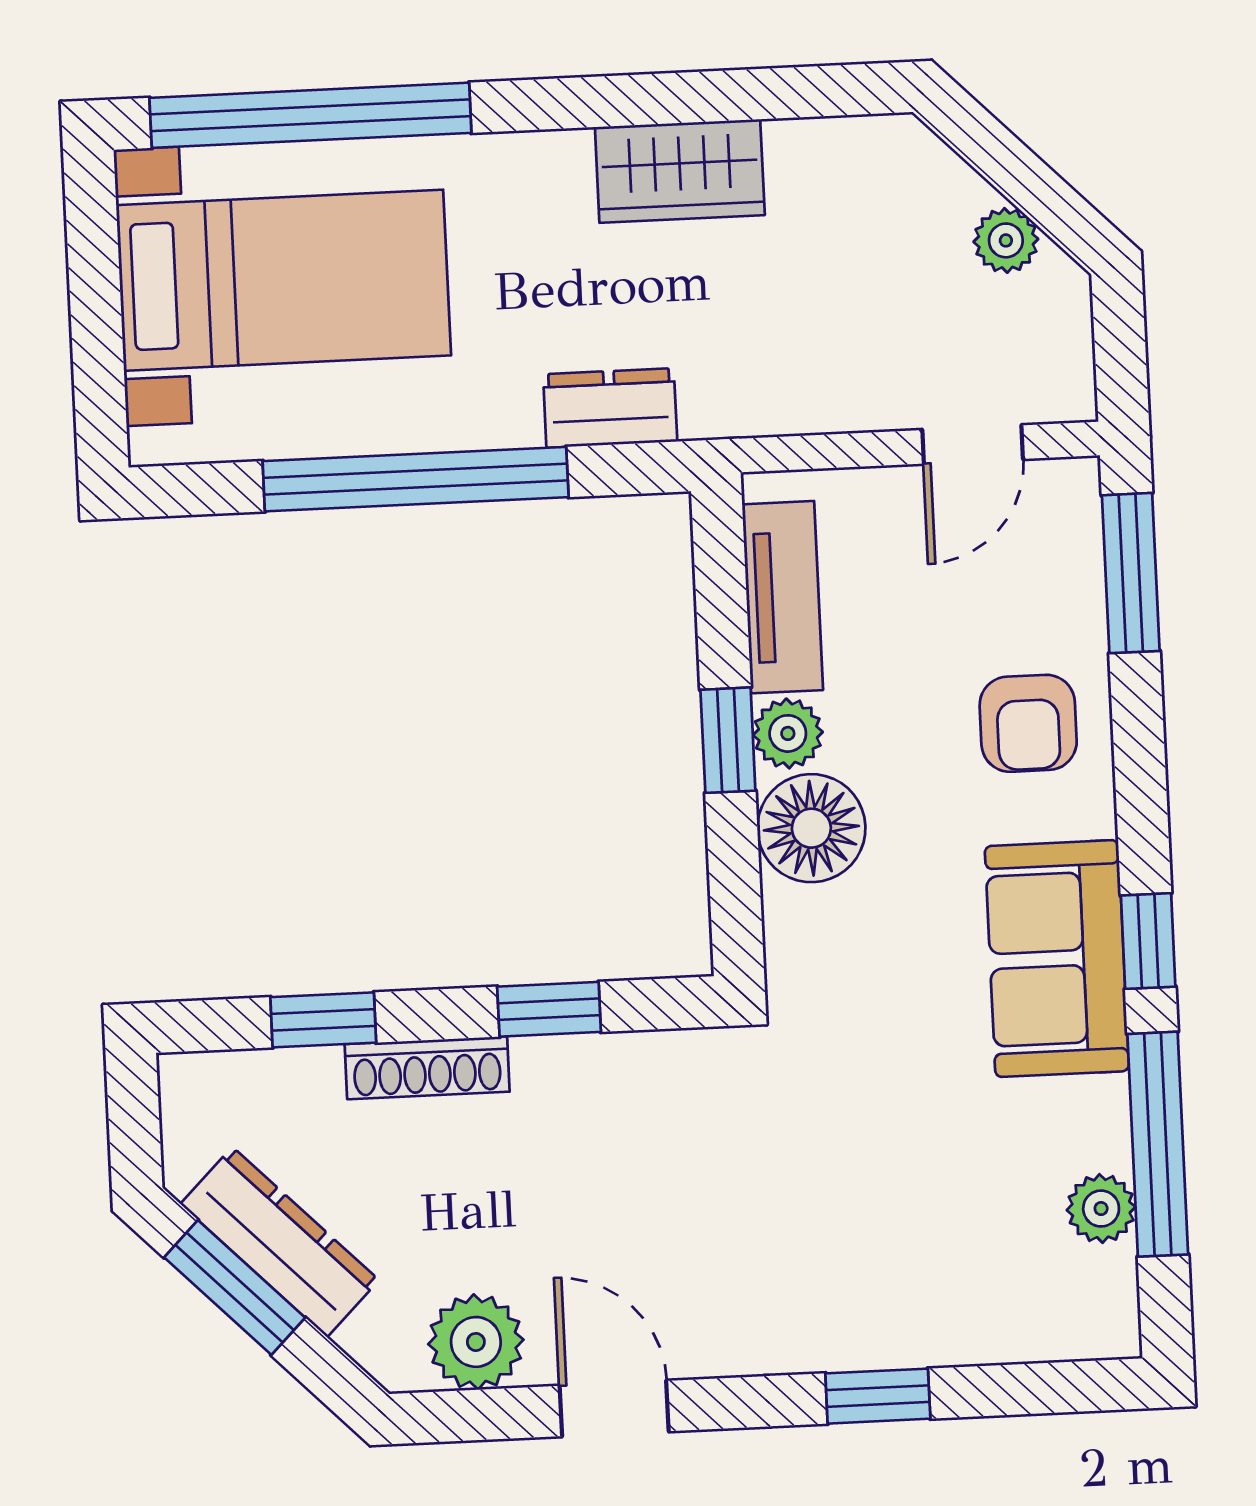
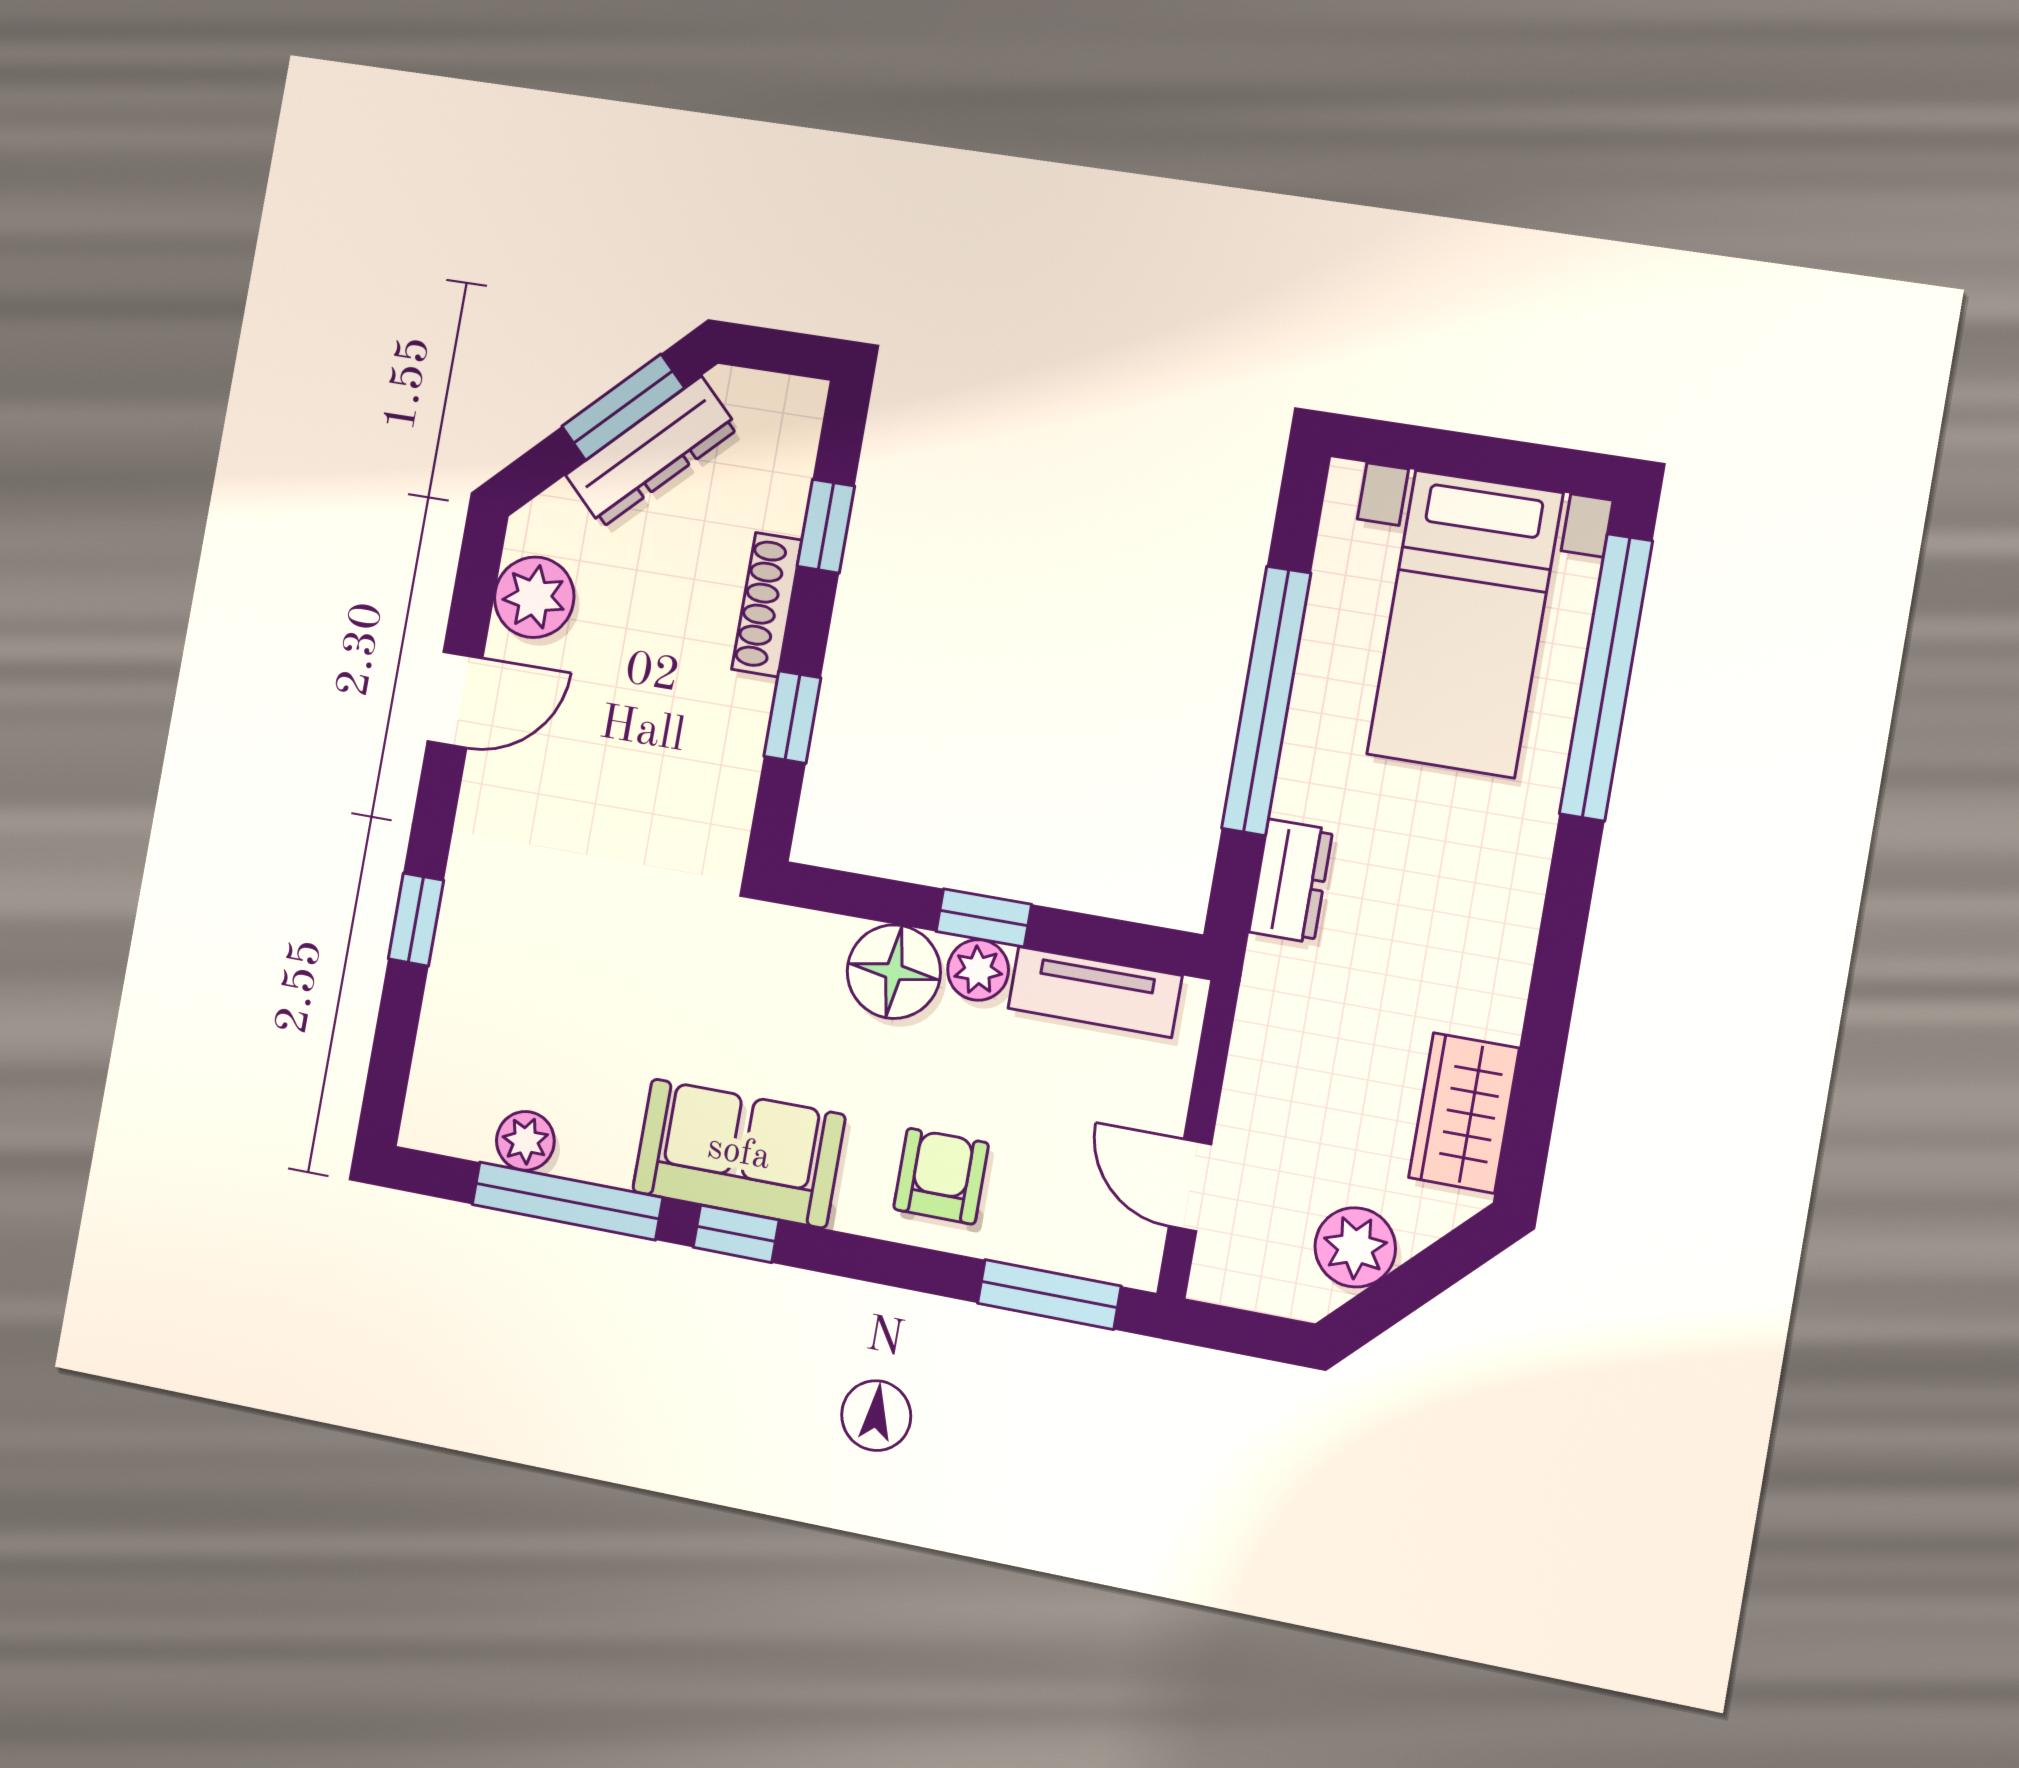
wardrobe: (680, 171) -> (1464, 1113), moved
plant: (1006, 240) -> (1355, 1247), width x1.38, depth x1.38
armchair: (1028, 723) -> (941, 1176), turned 90

